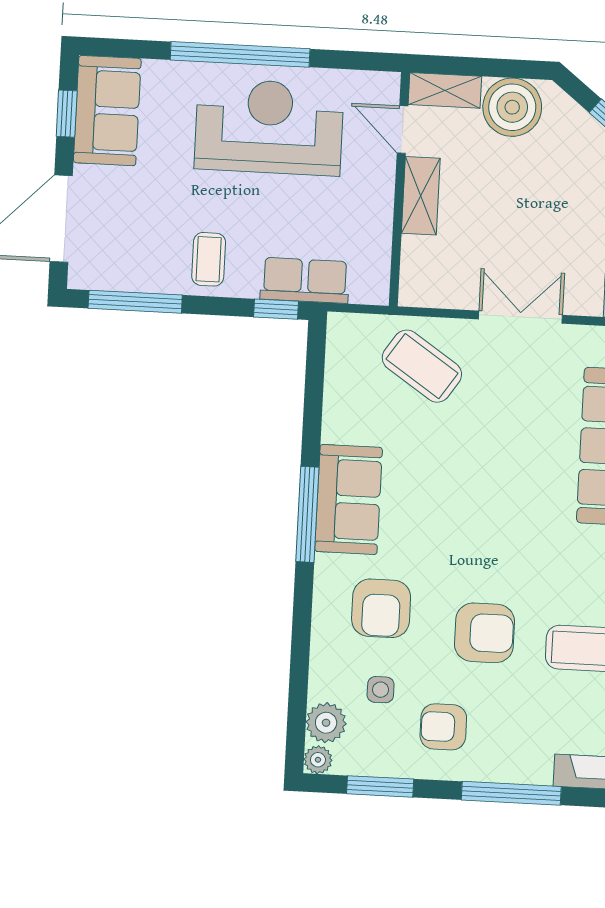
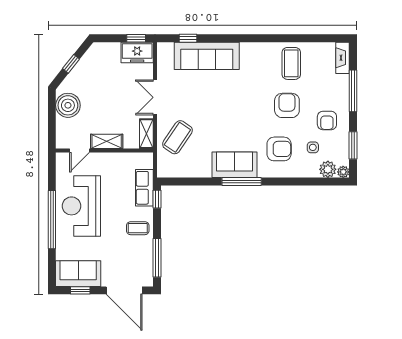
shelving: (445, 90) -> (146, 134), moved

